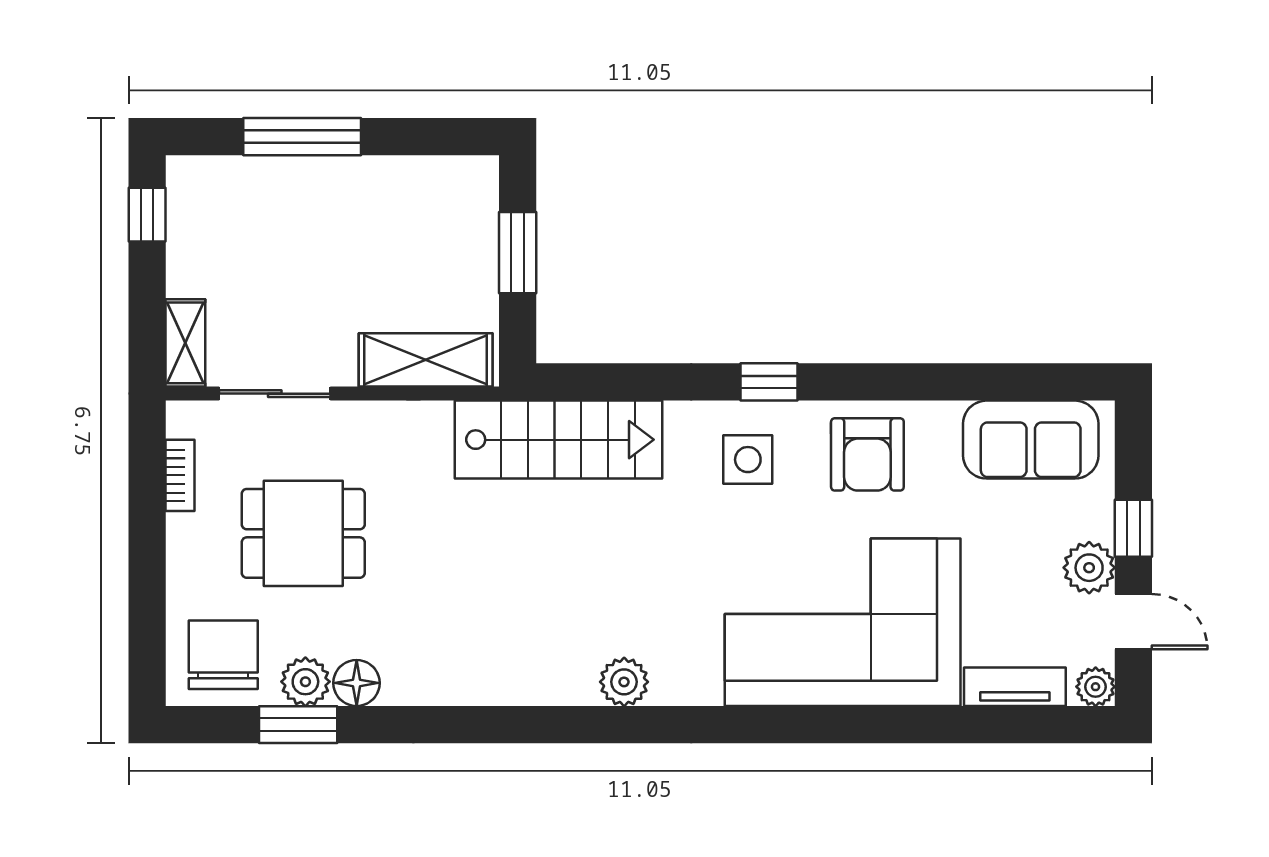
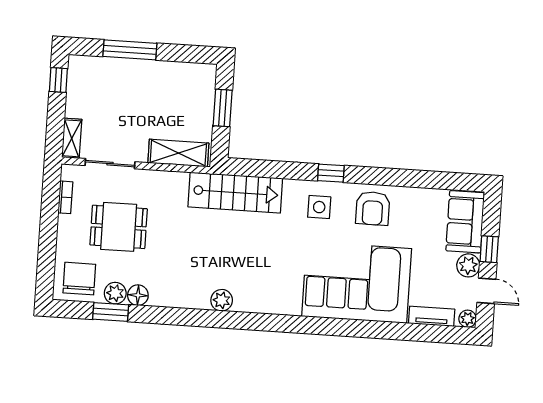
sofa: (1031, 440) -> (465, 222), moved, turned 90
plant: (624, 682) -> (222, 300), moved

